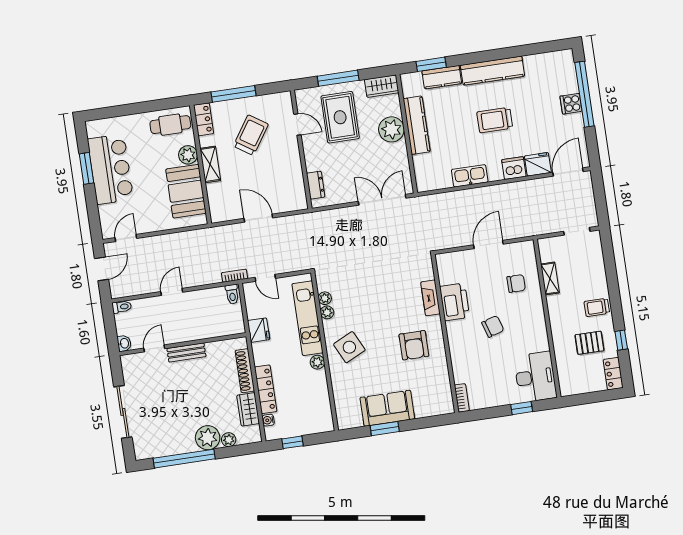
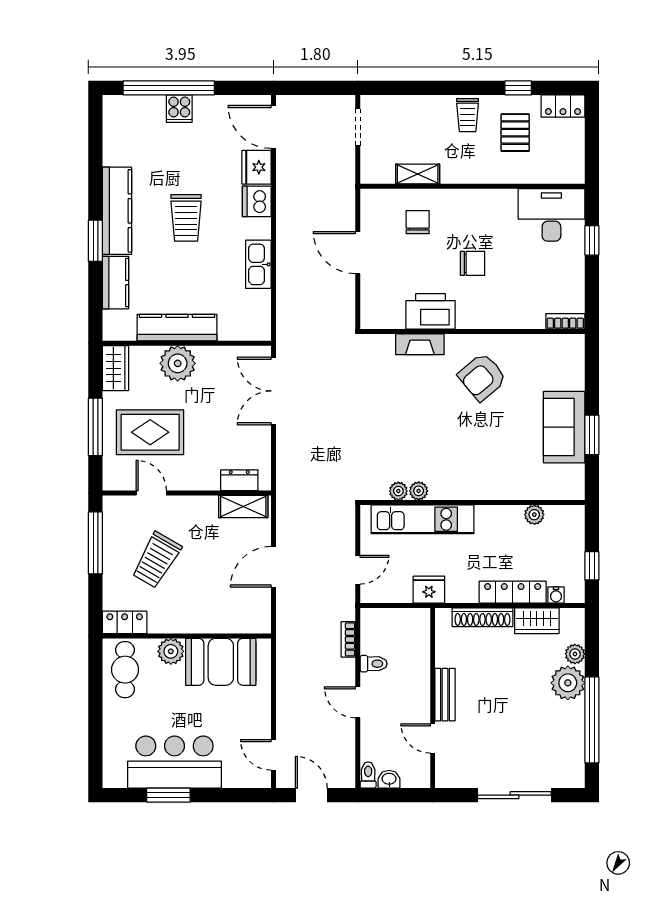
window: (431, 64) -> (95, 241), moved
window: (233, 94) -> (95, 543), moved
door: (297, 124) -> (151, 493), hinge flipped
trolley: (251, 135) -> (156, 560), turned -94
shelving: (210, 164) -> (243, 506), moved
bookcase: (235, 276) -> (348, 639), moved
toilet: (232, 294) -> (374, 664), moved
chair: (493, 326) -> (472, 263), turned 107
washbasin: (124, 343) -> (389, 779), moved
armchair: (414, 345) -> (482, 377), turned 140
side table: (349, 347) -> (472, 467), removed
plant: (317, 362) -> (534, 515), moved

